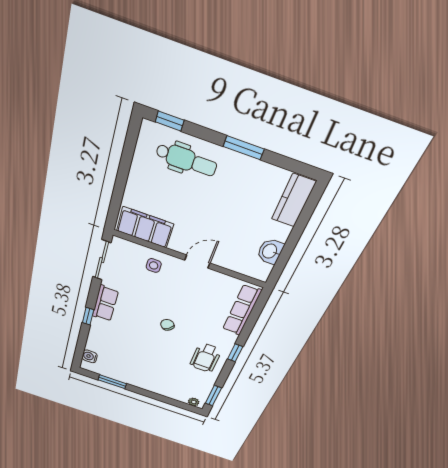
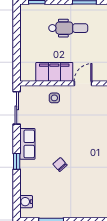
dental chair: (186, 160) -> (68, 28), moved
filing cabinet: (145, 227) -> (54, 72), moved
chair: (167, 325) -> (60, 165), moved

